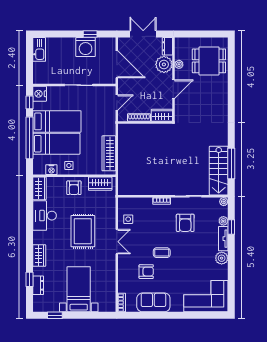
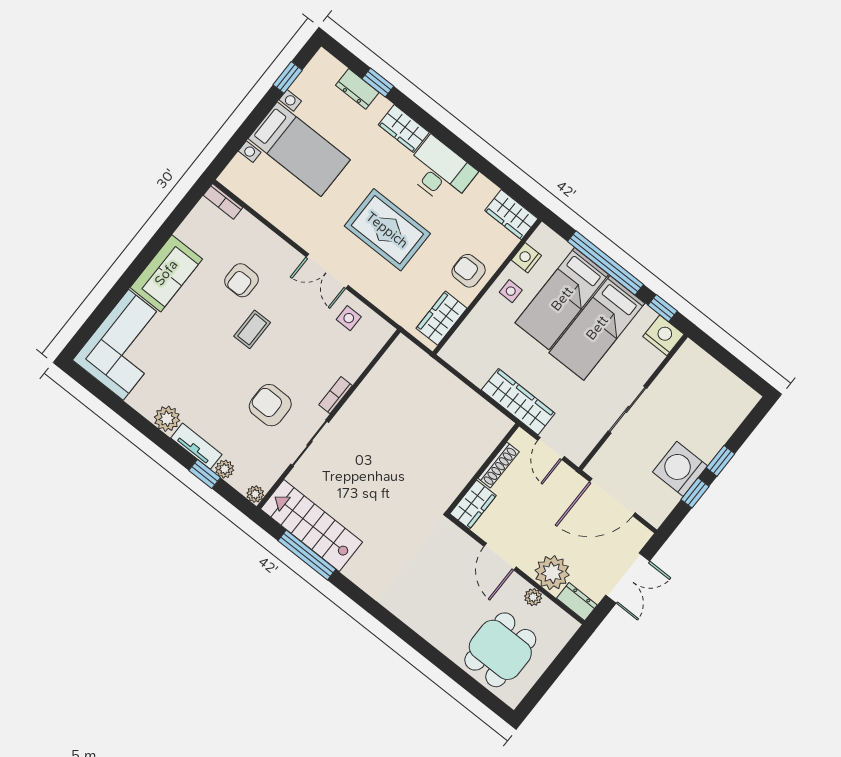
window: (70, 34) -> (720, 461), added
kitchen sink: (39, 49) -> (735, 391), removed
wardrobe: (109, 153) -> (518, 402), moved
desk: (45, 216) -> (440, 171), moved
sofa: (153, 302) -> (166, 273), moved

